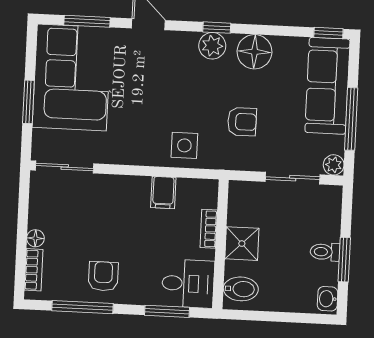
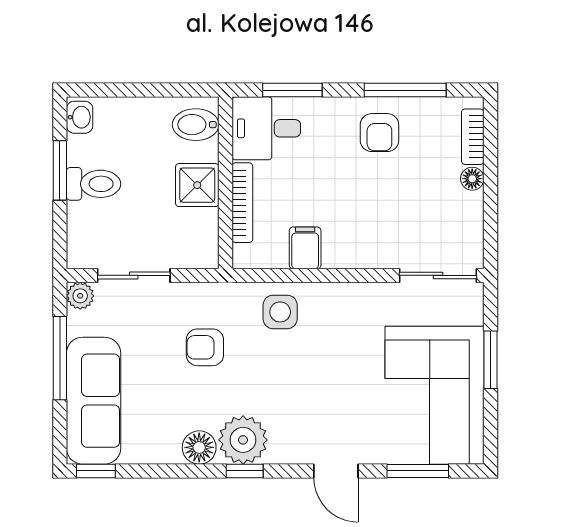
plant: (212, 46) -> (243, 440), width x1.36, depth x1.36
floor lamp: (254, 52) -> (199, 447), width x0.73, depth x0.73
bookcase: (209, 229) -> (242, 203), width x1.56
toilet: (325, 252) -> (94, 184), width x1.37, depth x1.39

